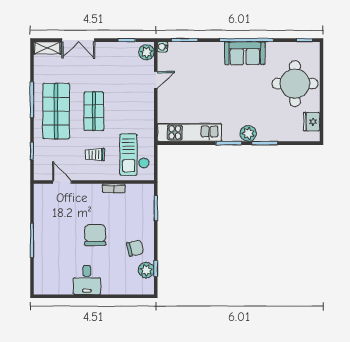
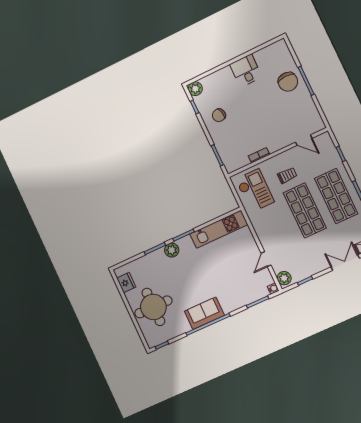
shop shelf: (94, 111) -> (305, 210), width x1.43, depth x1.36
chair: (95, 235) -> (288, 82), moved
plant: (146, 270) -> (195, 89), moved

